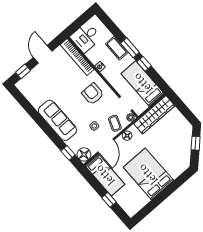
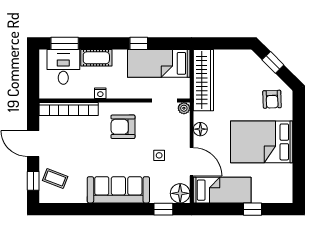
desk: (86, 37) -> (63, 67), moved, turned 180
window: (130, 48) -> (65, 43), moved
coffee table: (115, 123) -> (55, 178), moved
armchair: (176, 160) -> (272, 99), added

